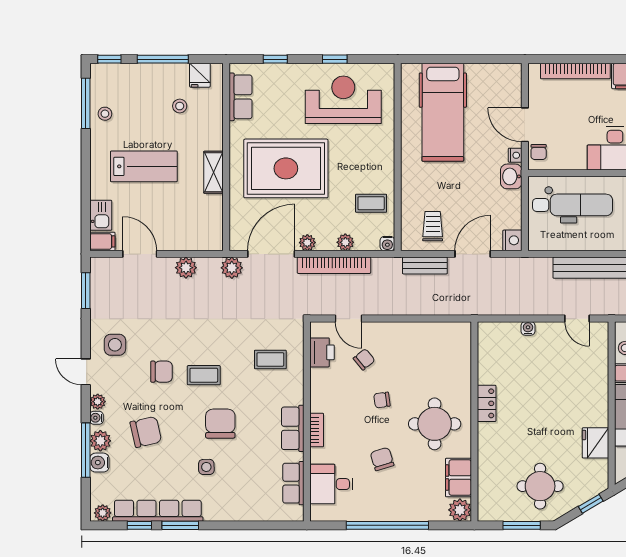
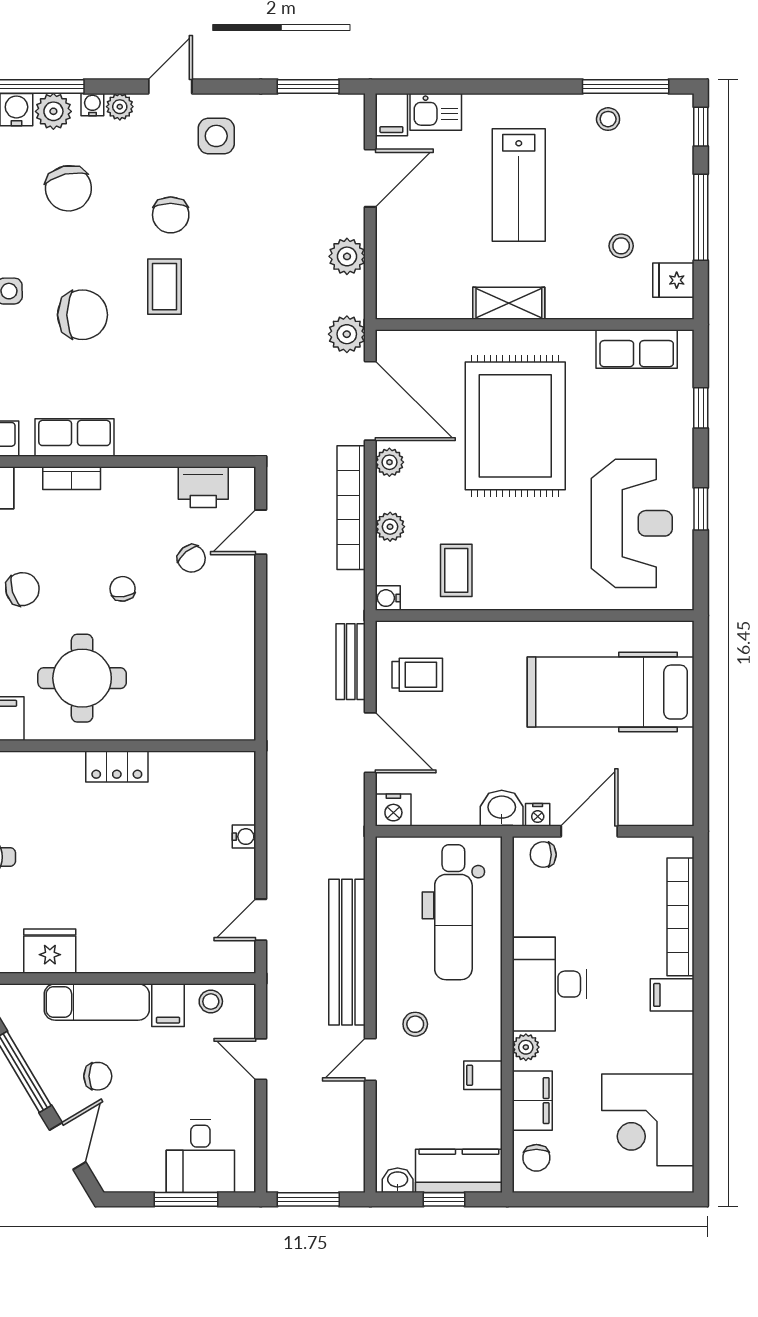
coffee table: (270, 359) -> (191, 400), removed

